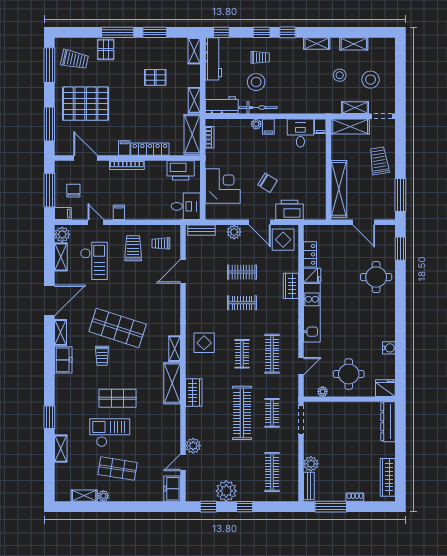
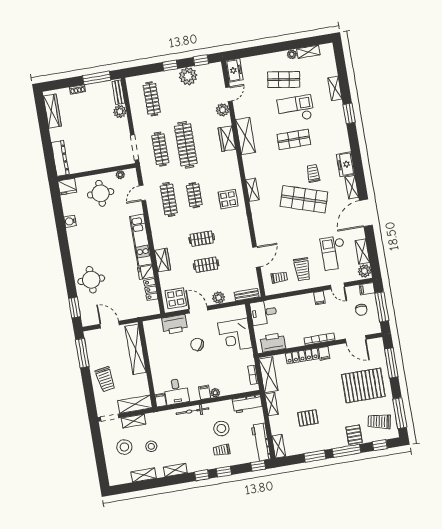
window: (78, 32) -> (380, 445), added
bicycle: (258, 108) -> (192, 411), moved
shelving: (172, 383) -> (245, 136), moved
wardrobe: (194, 393) -> (227, 139), moved
clothes rail: (272, 413) -> (160, 149), width x1.36
checkout: (110, 433) -> (296, 109), turned 180

